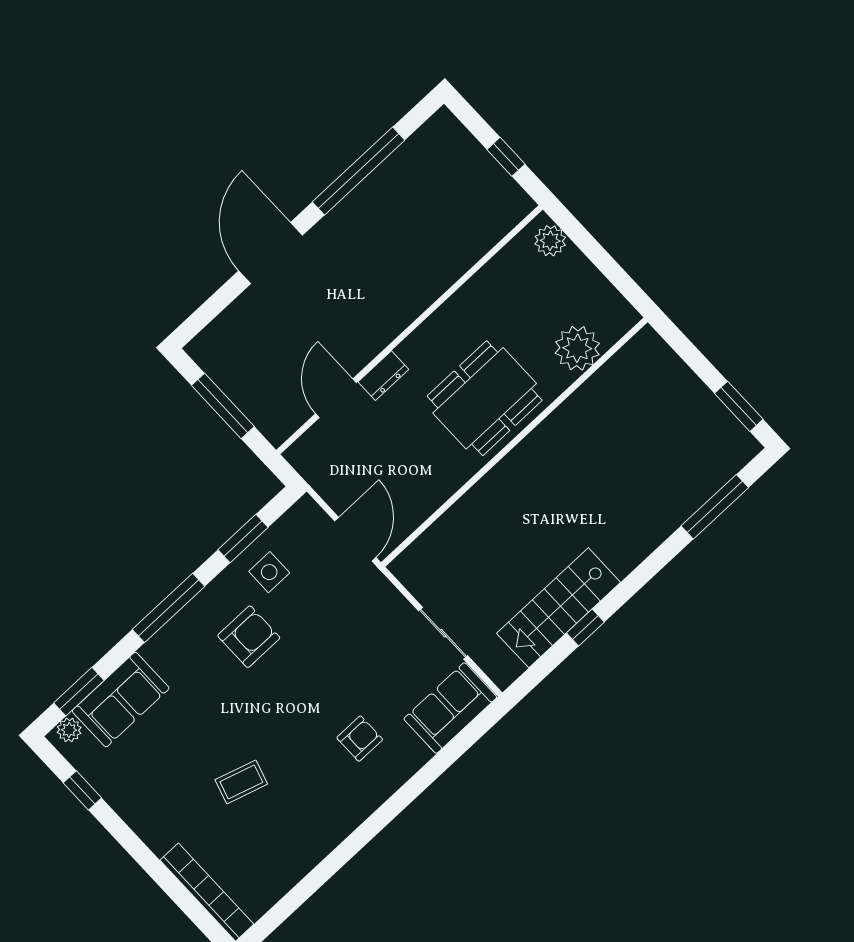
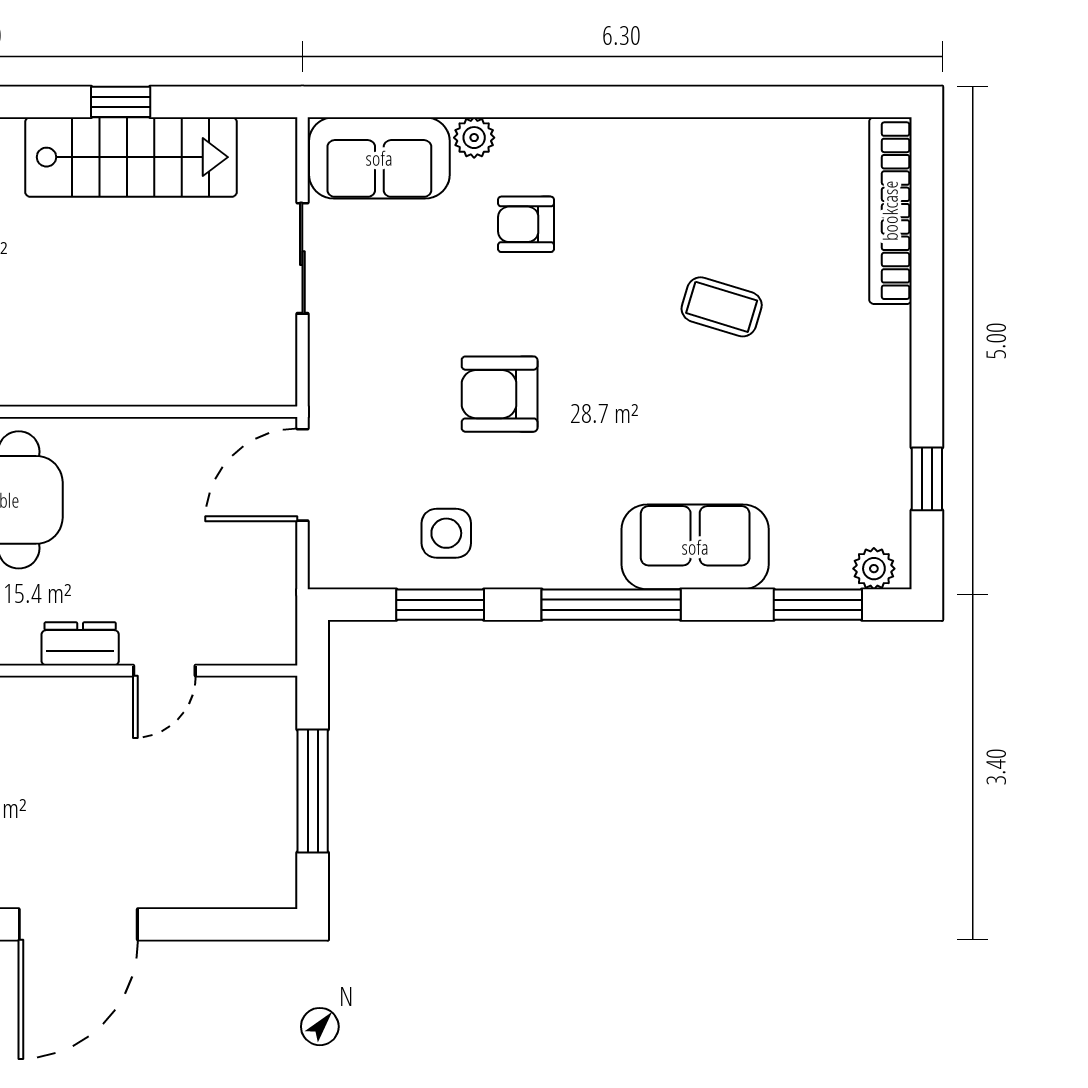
door: (336, 398) -> (164, 671), width x0.73
armchair: (249, 637) -> (500, 394), moved
sofa: (121, 700) -> (695, 547), moved
plant: (417, 755) -> (474, 138), added

